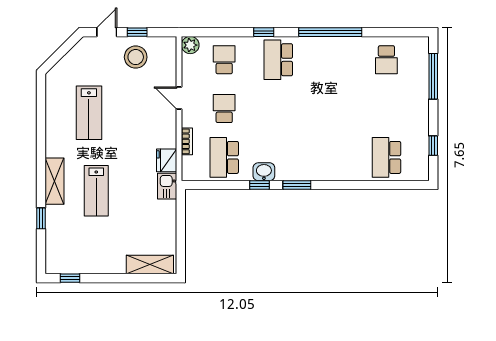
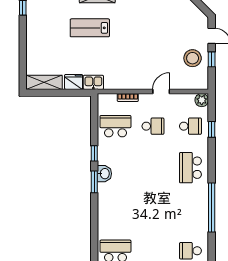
window: (264, 32) -> (212, 129), moved
school desk: (278, 60) -> (190, 168), turned -90
lab bench: (89, 113) -> (150, 22), removed
fridge: (167, 160) -> (74, 82), moved
washbasin: (264, 172) -> (104, 174), moved
shelving: (150, 265) -> (44, 82), moved, turned 90

